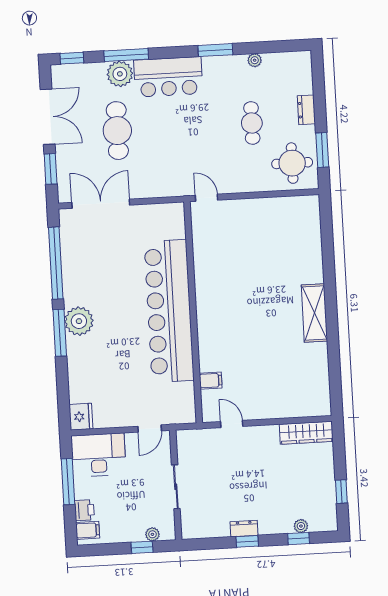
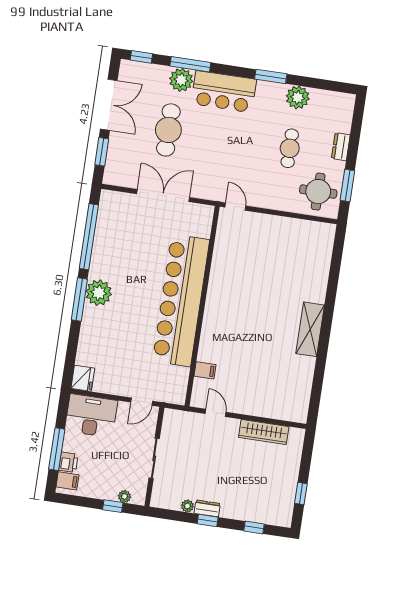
plant: (255, 60) -> (298, 97), width x1.88, depth x1.88
double door: (101, 204) -> (163, 196), moved
wardrobe: (306, 433) -> (264, 432), moved
window: (68, 482) -> (57, 449), moved
plant: (301, 526) -> (187, 506), moved

